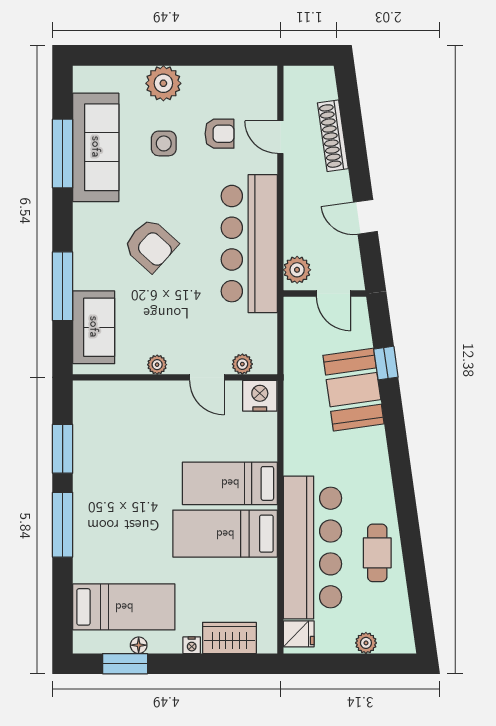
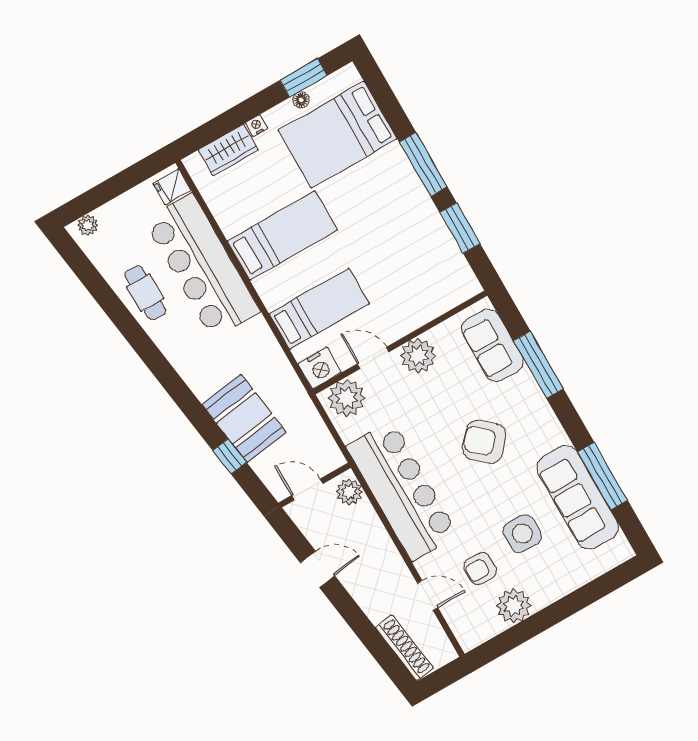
plant: (163, 83) -> (514, 606), moved
shoe rack: (333, 136) -> (404, 648), moved
side table: (164, 143) -> (522, 534), width x1.37, depth x1.37
plant: (242, 364) -> (347, 398), width x1.87, depth x1.87
plant: (157, 365) -> (418, 356), width x1.88, depth x1.88
bed: (230, 483) -> (319, 309), moved
bed: (124, 607) -> (338, 135), width x1.50
plant: (366, 643) -> (88, 225), moved

